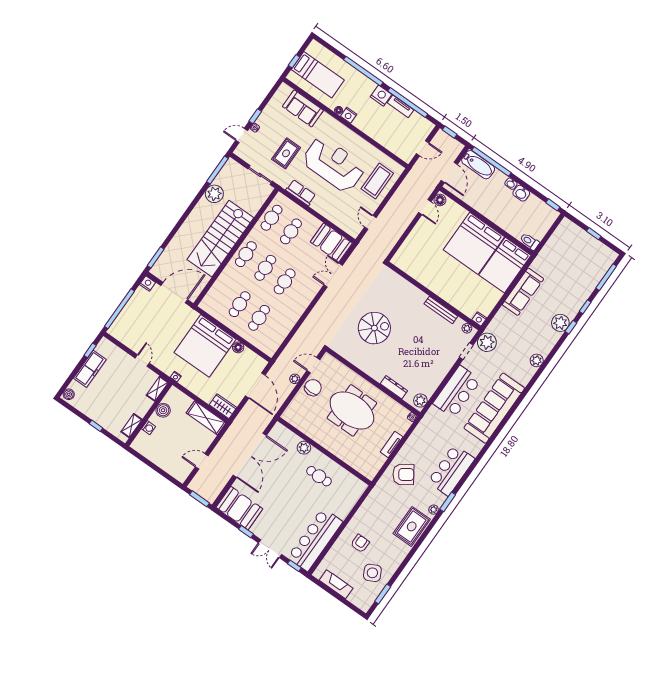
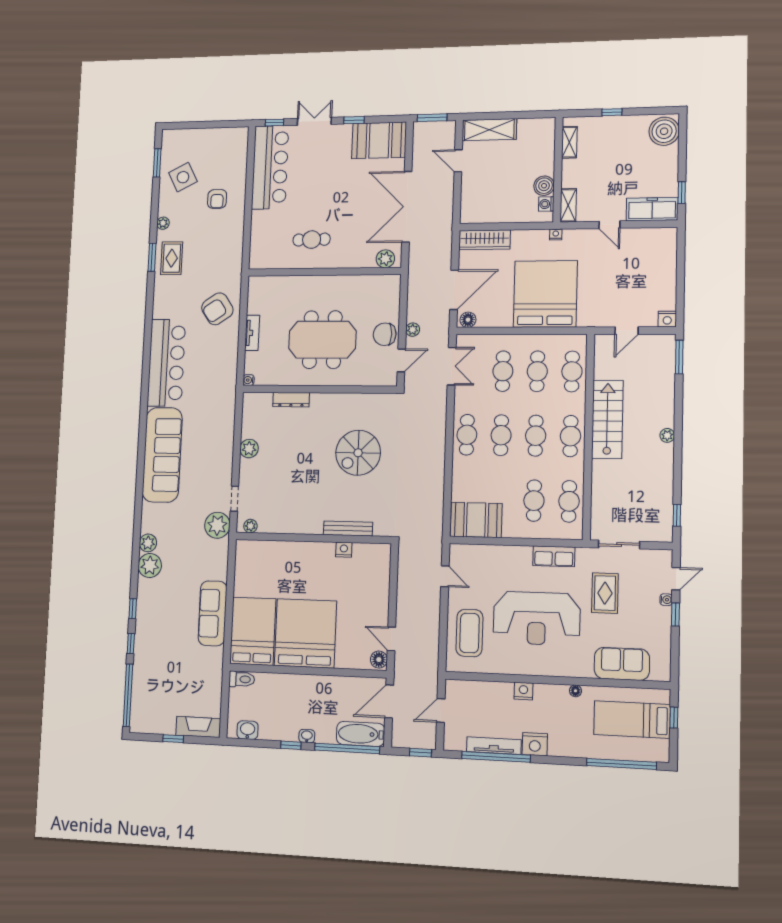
window: (363, 71) -> (621, 764), moved
tv unit: (401, 106) -> (494, 746), width x1.41
nightstand: (349, 115) -> (523, 691), moved
window: (217, 170) -> (677, 515), width x0.46
door: (449, 172) -> (389, 701), hinge flipped
washbasin: (521, 193) -> (248, 730), moved
plant: (214, 194) -> (667, 435), moved, width x0.53, depth x0.53
window: (553, 205) -> (291, 745), moved
stairs: (220, 239) -> (607, 419), width x0.73, depth x0.66
double door: (333, 275) -> (452, 366), moved
window: (606, 277) -> (128, 695), width x1.46
cafe table: (220, 290) -> (572, 371), added
door: (174, 293) -> (627, 331), width x0.53
cafe table: (304, 295) -> (467, 435), added
window: (120, 309) -> (681, 266), removed
bench: (441, 310) -> (348, 528), moved
nightstand: (479, 319) -> (344, 550), moved
plant: (560, 323) -> (150, 565), moved
floor lamp: (238, 347) -> (468, 320), moved
freezer: (90, 369) -> (652, 209), moved, turned 90
door: (255, 385) -> (454, 290), swing flipped
chair: (313, 388) -> (385, 334), turned 90
bar counter: (457, 392) -> (216, 444), removed
boiler: (69, 394) -> (664, 131), width x1.86, depth x1.86
plant: (420, 401) -> (249, 449), moved
wardrobe: (223, 406) -> (484, 240), width x1.50
shelving: (206, 418) -> (489, 130), moved
washing machine: (149, 428) -> (546, 204), moved
plant: (304, 448) -> (385, 259), moved
door: (202, 461) -> (458, 161), swing flipped
bar counter: (451, 470) -> (166, 363), width x1.36
window: (448, 502) -> (152, 257), moved
plant: (434, 510) -> (163, 223), moved
rug: (412, 526) -> (172, 258), width x0.73, depth x0.70
fireplace: (336, 584) -> (198, 727), moved, turned 180

